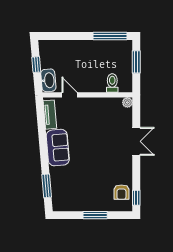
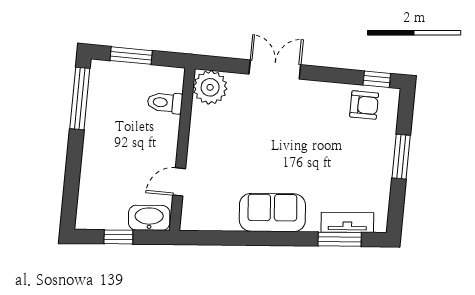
plant: (127, 102) -> (210, 87), width x1.88, depth x1.88
tv unit: (50, 115) -> (347, 222), moved

